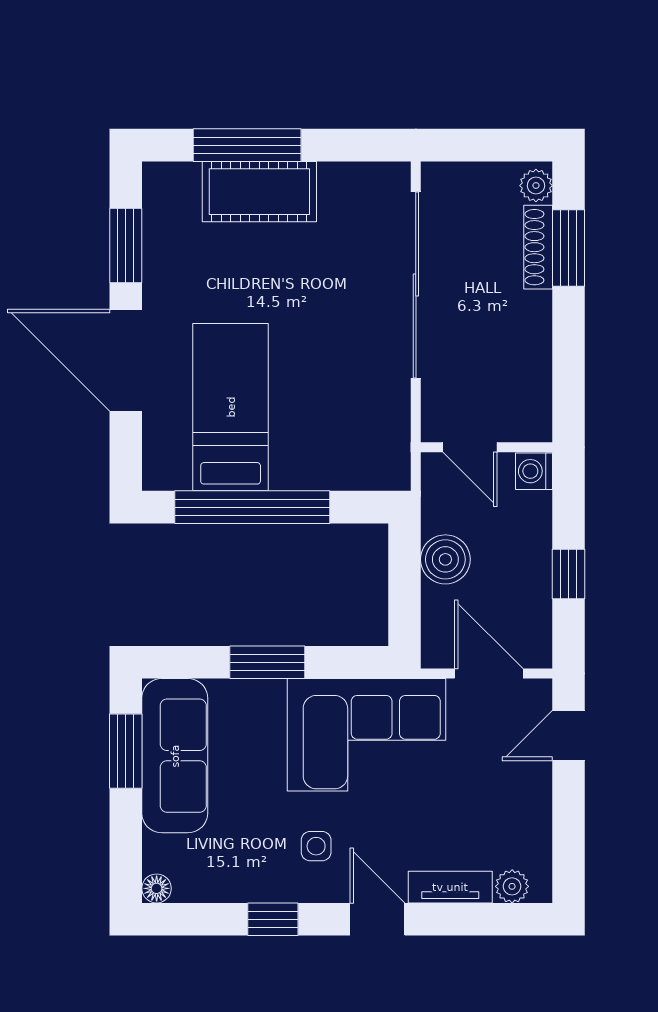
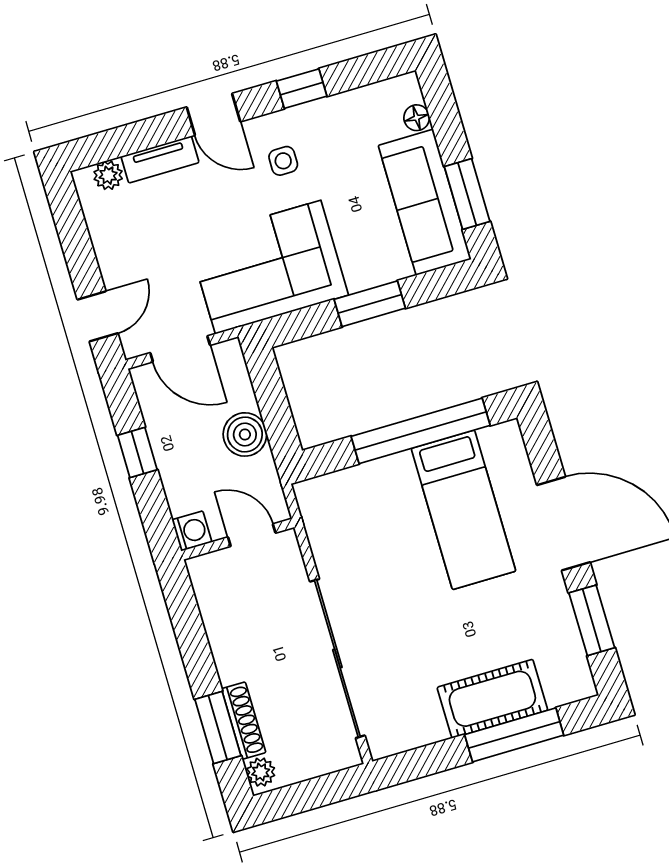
floor lamp: (157, 888) -> (417, 118), moved

